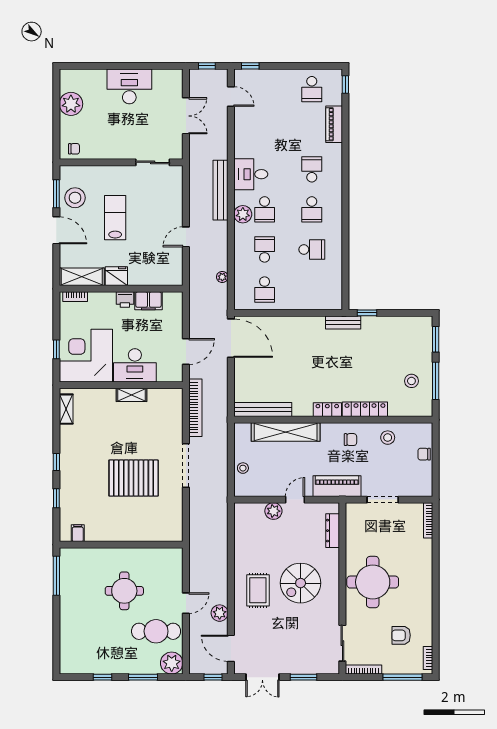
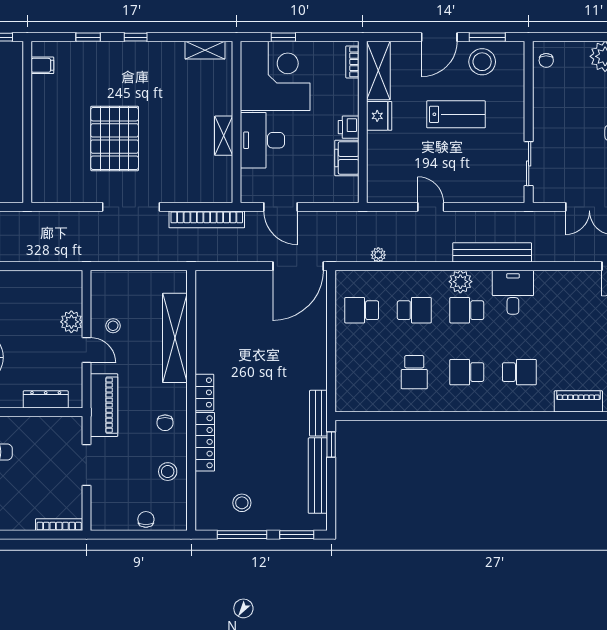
bench: (263, 410) -> (318, 476), moved
stool: (243, 468) -> (113, 326), moved

